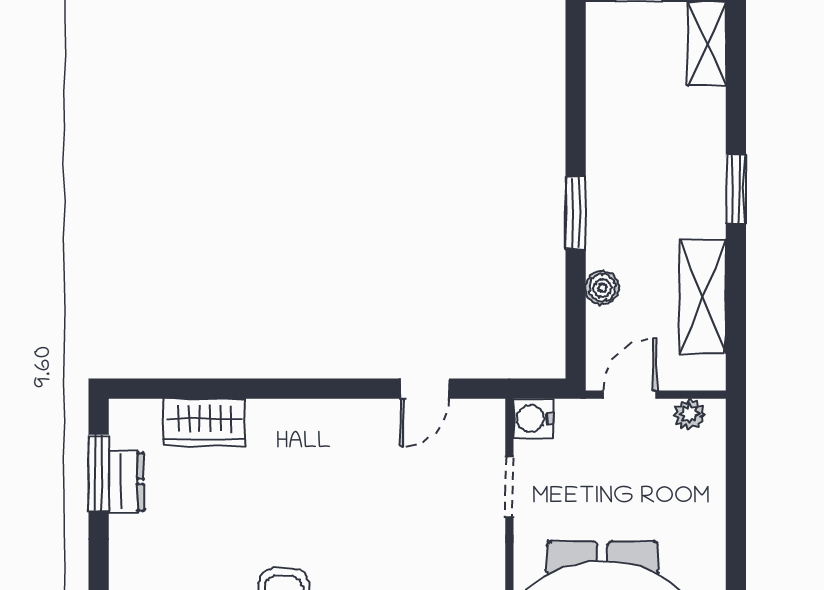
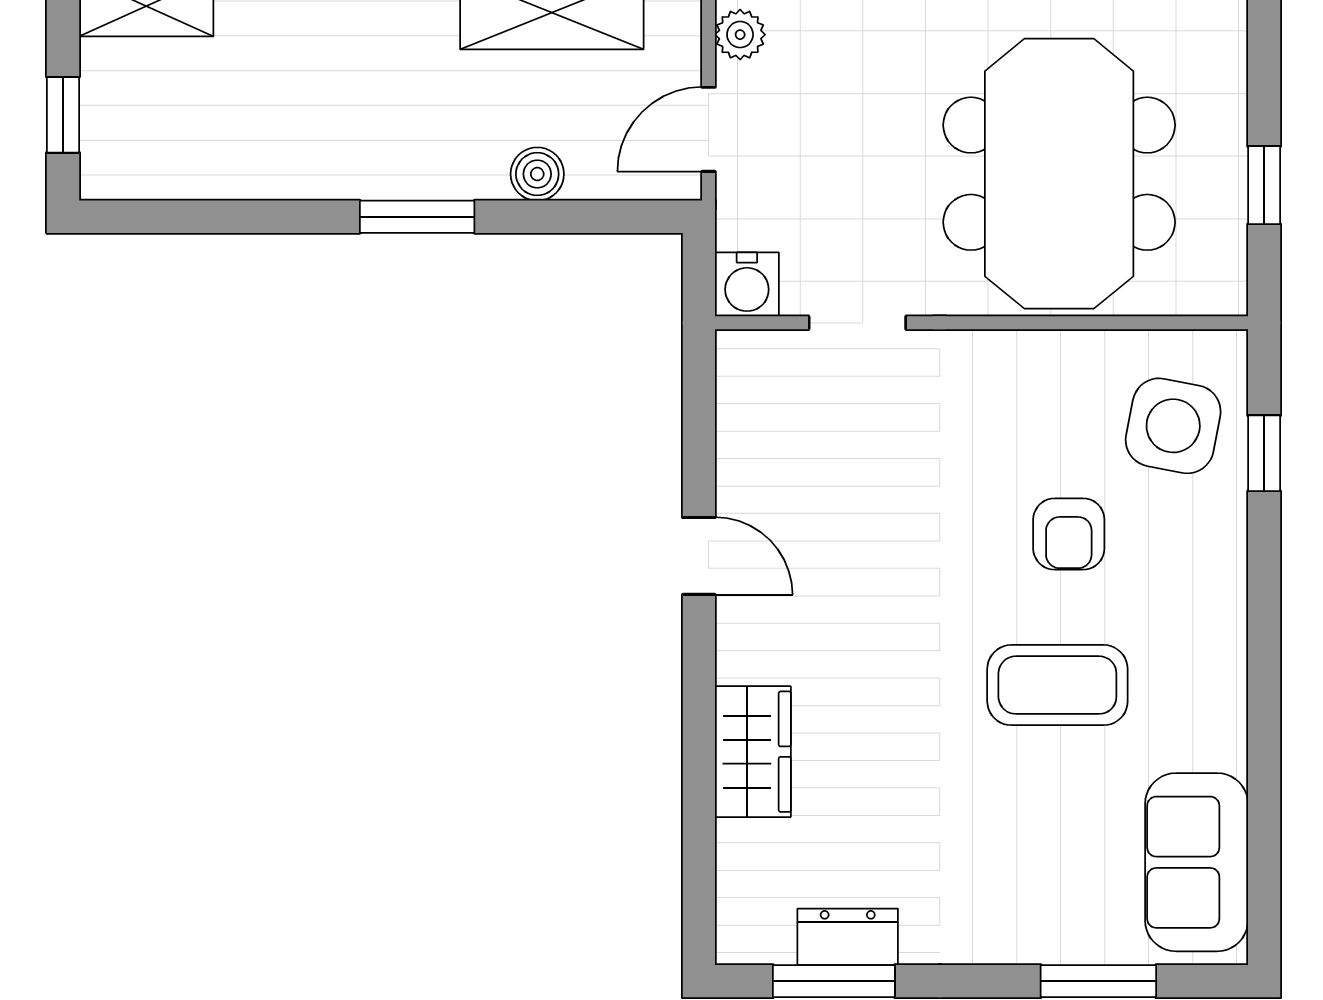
door: (425, 389) -> (699, 556), moved
door: (630, 395) -> (709, 129), hinge flipped
wardrobe: (204, 422) -> (753, 752), moved

